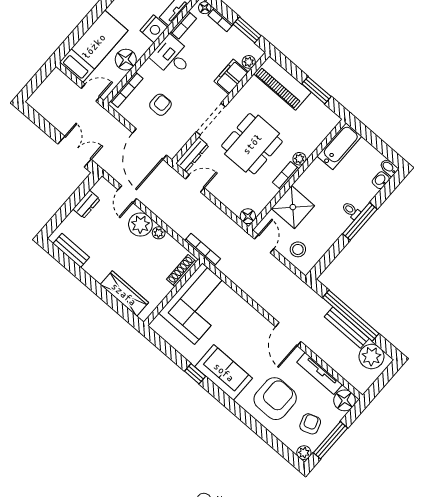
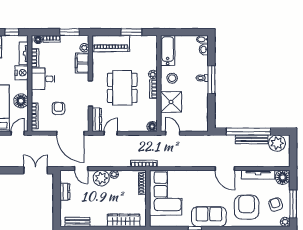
stool: (298, 249) -> (172, 78), moved

